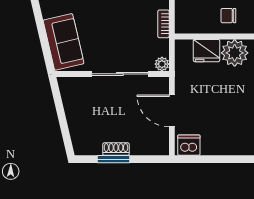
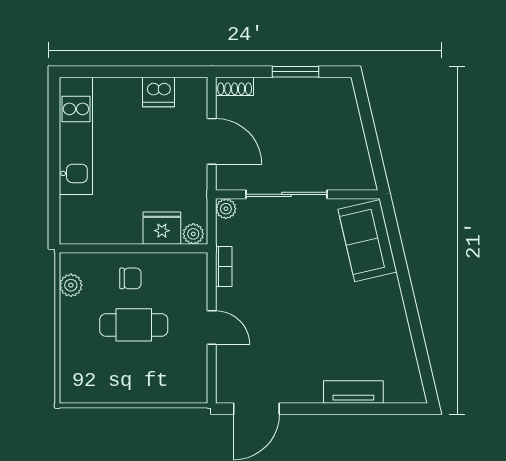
plant: (235, 53) -> (193, 234), moved, width x0.53, depth x0.53
dishwasher: (189, 145) -> (159, 92), moved
shoe rack: (116, 149) -> (235, 86), moved

